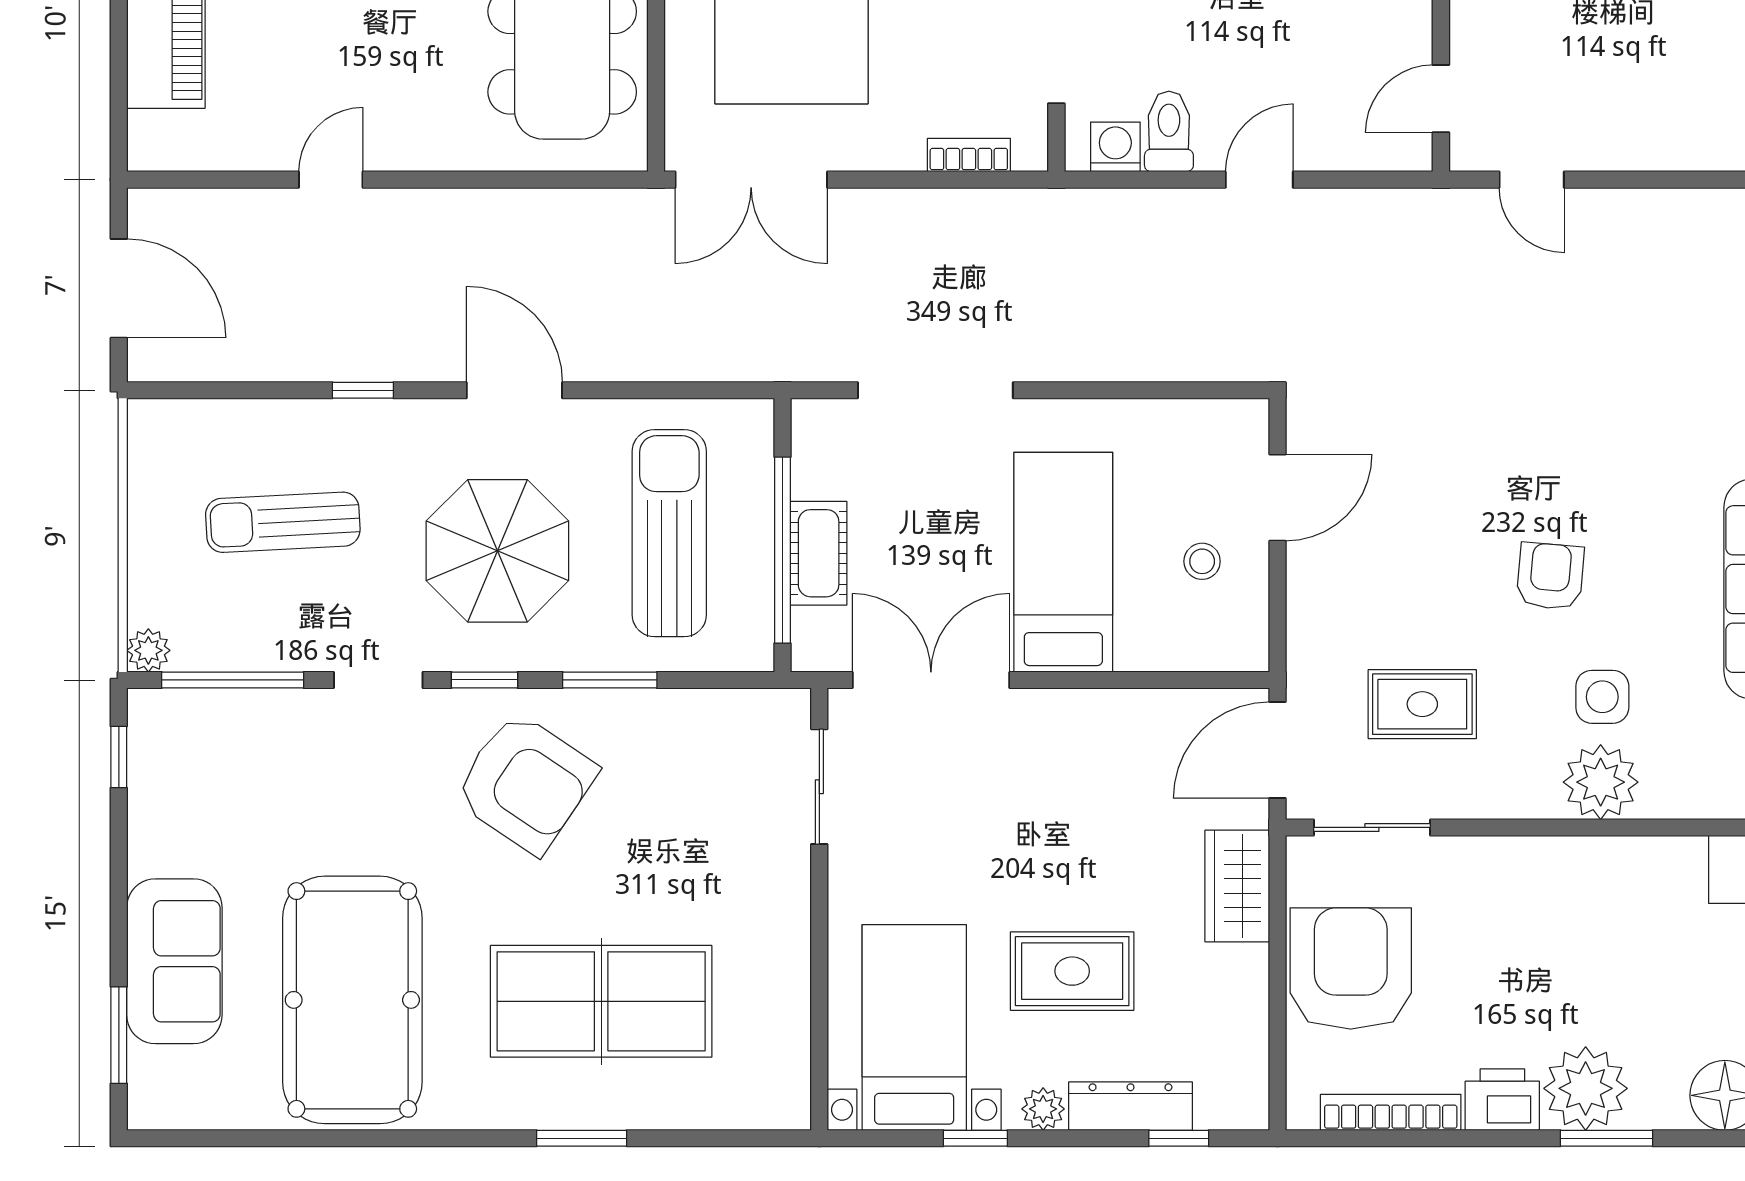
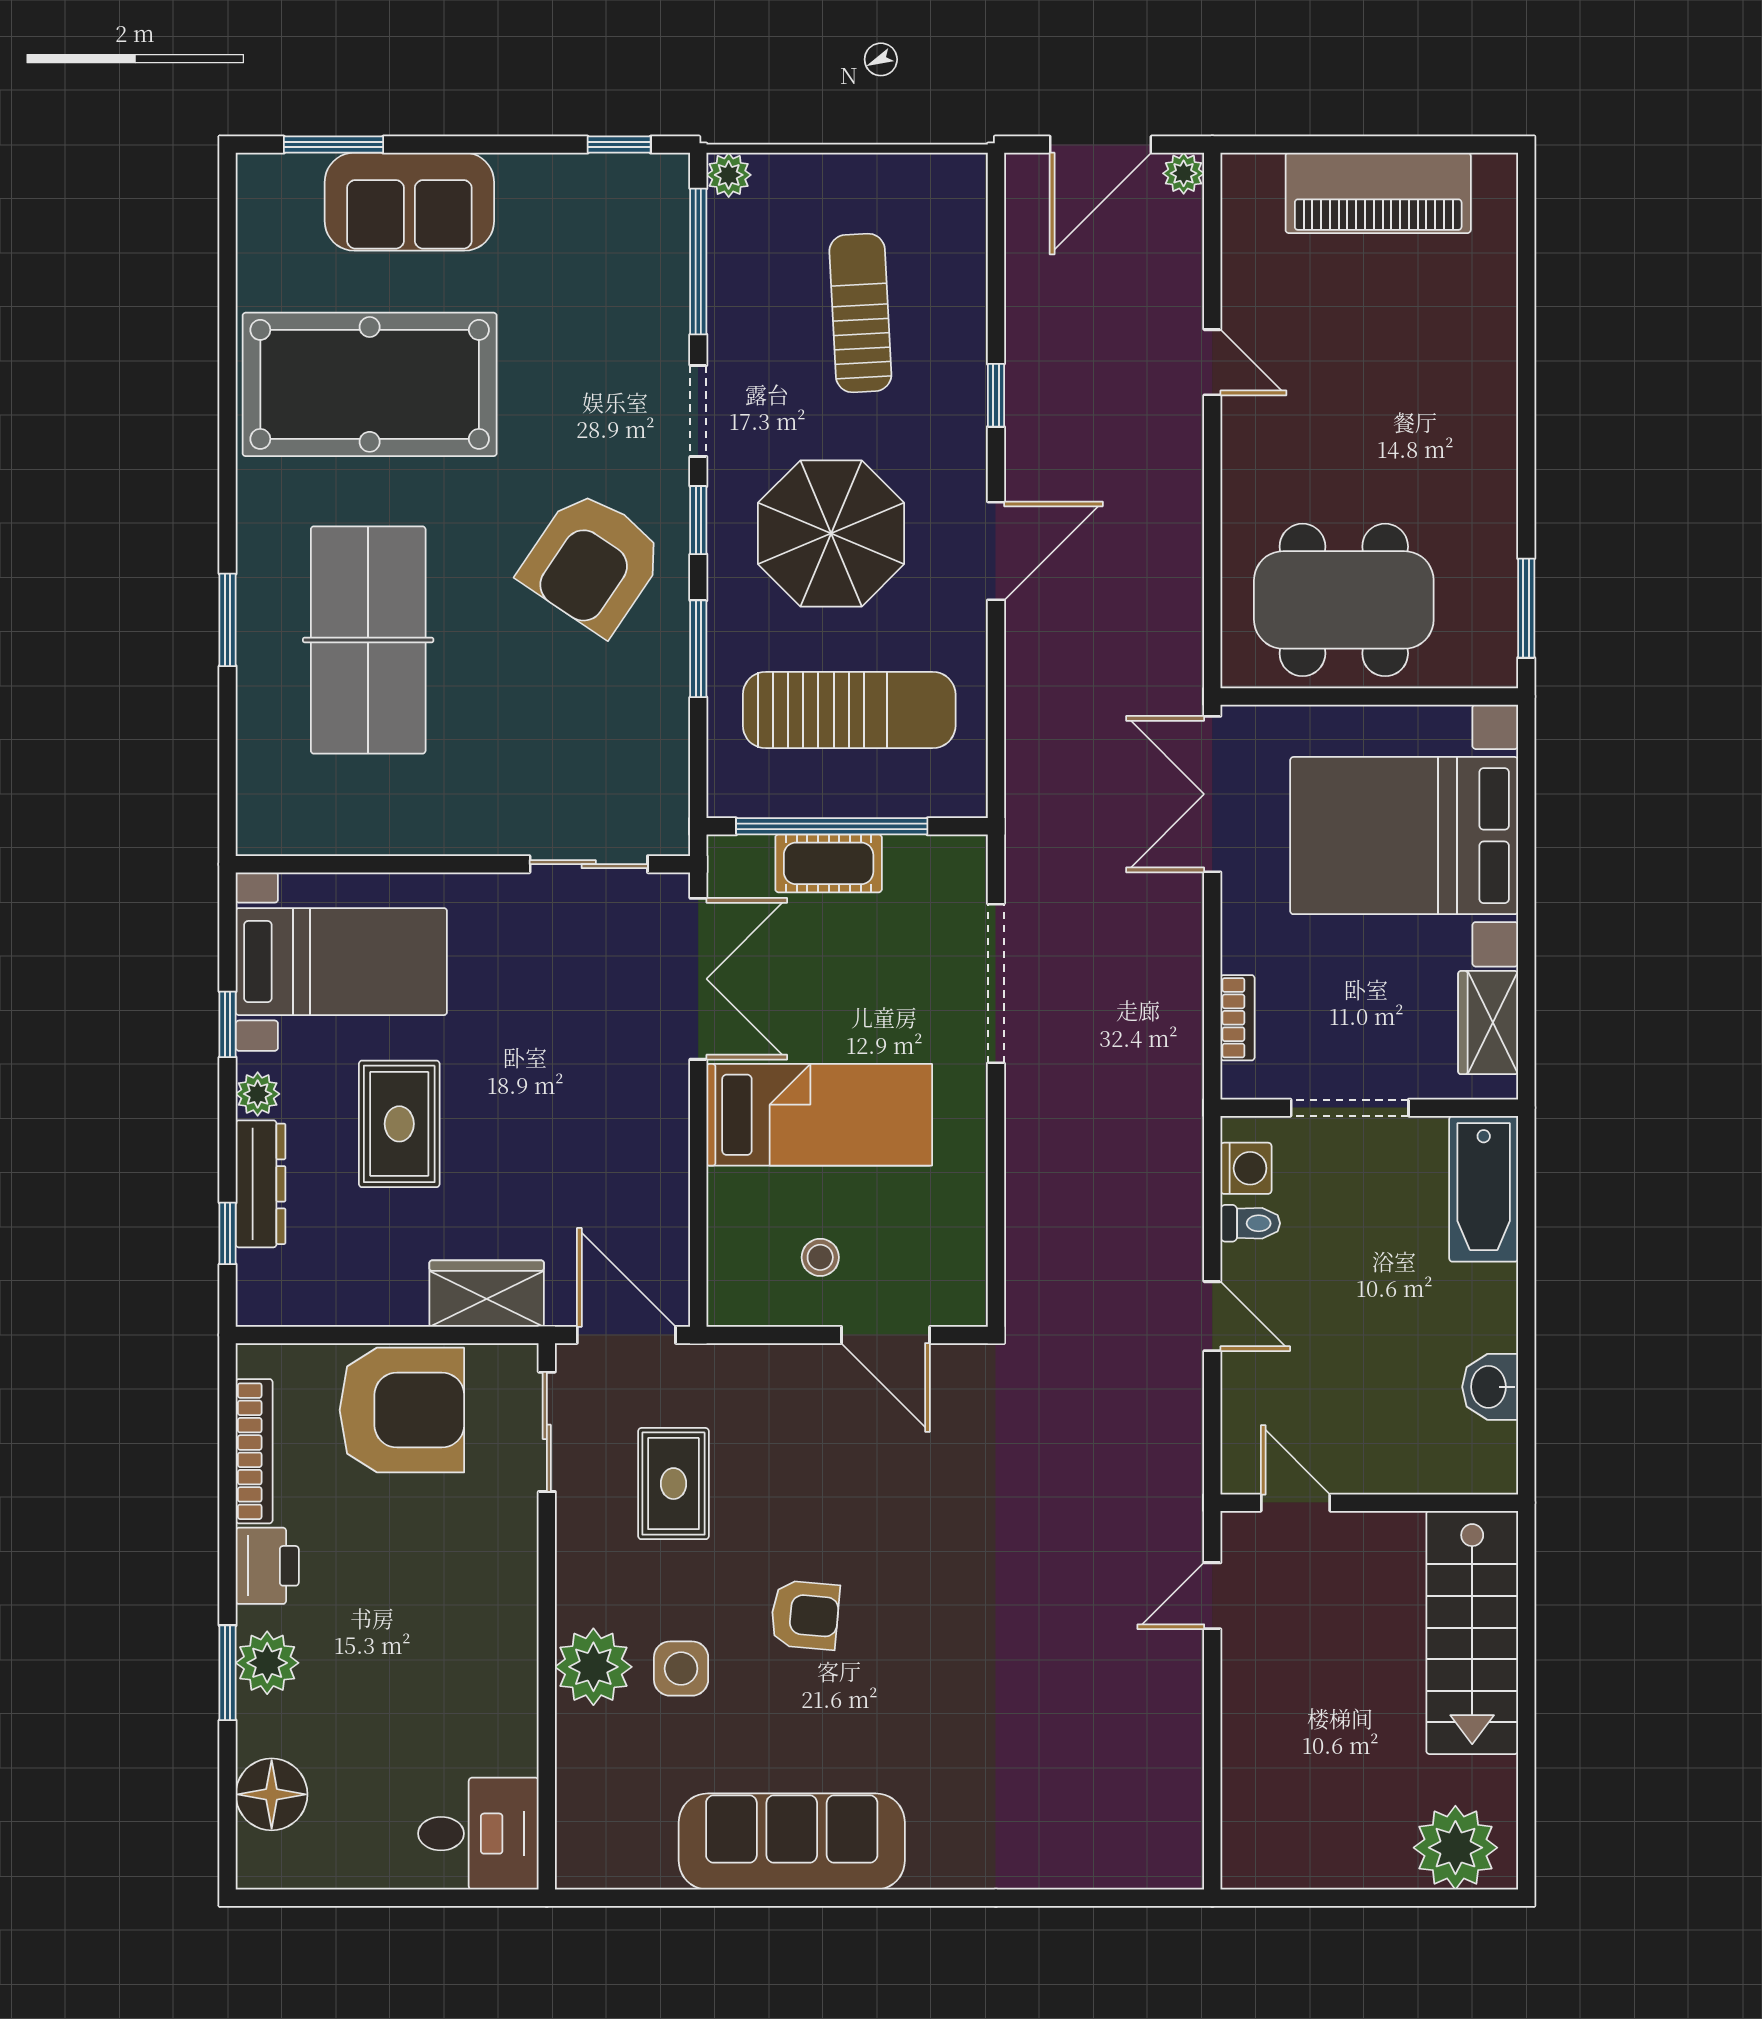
toilet: (1169, 131) -> (1250, 1223), width x0.73, depth x0.72
plant: (147, 208) -> (1184, 173), added
plant: (1586, 1088) -> (267, 1663), width x0.73, depth x0.73

